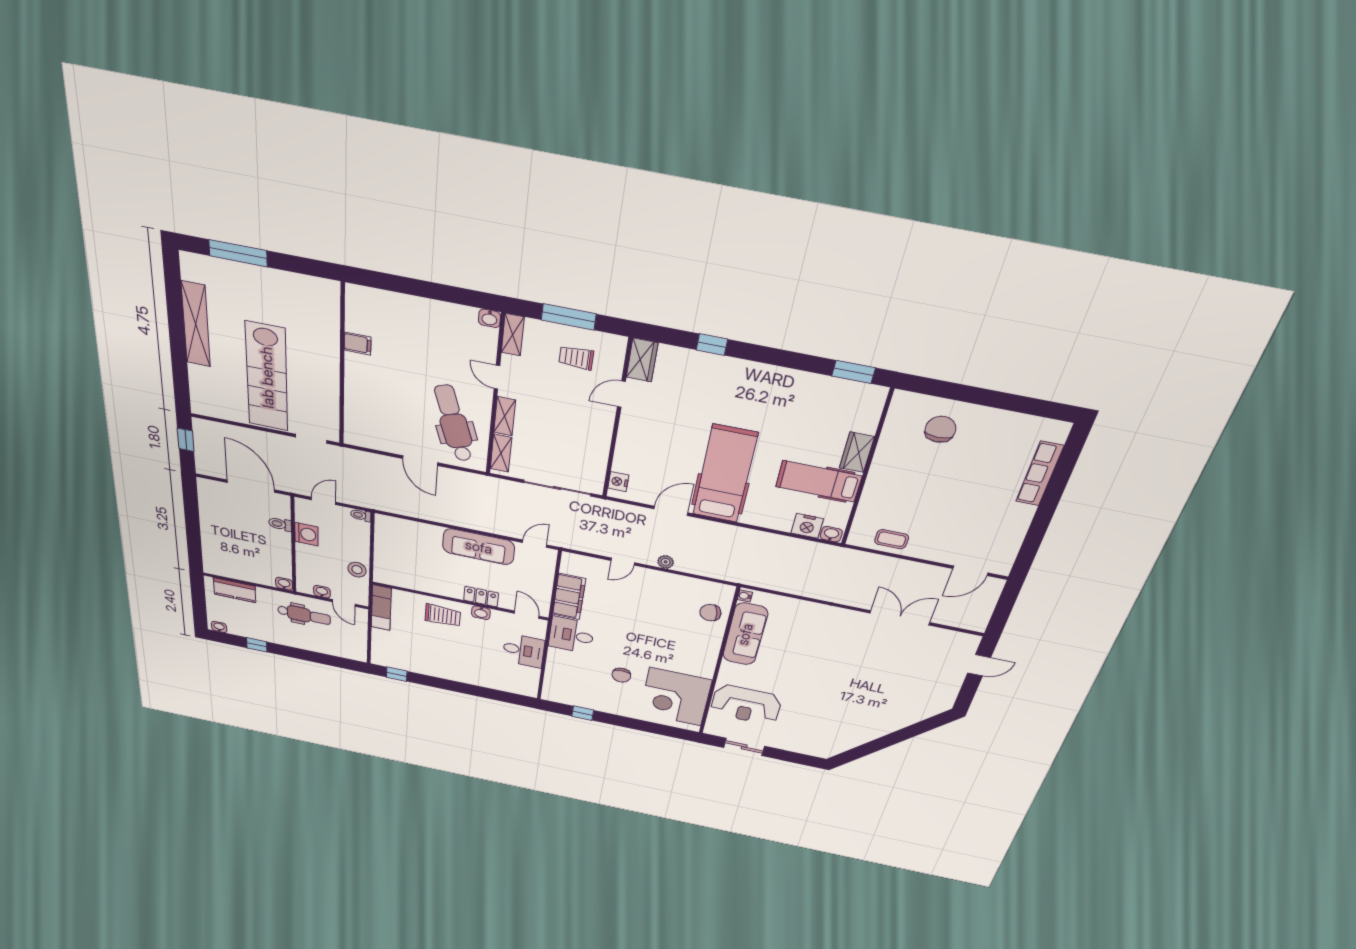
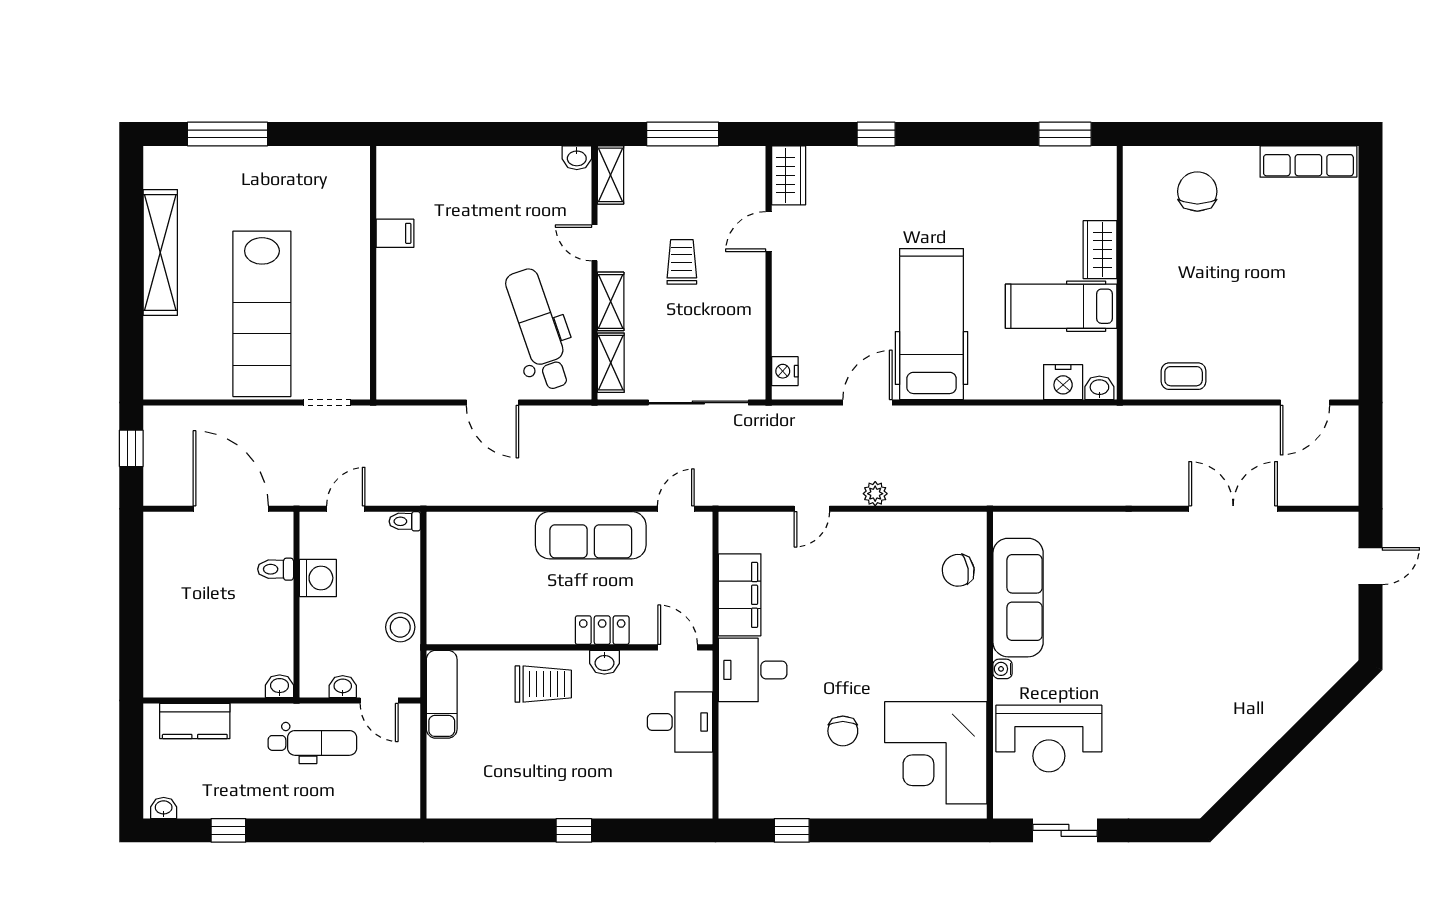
trolley: (576, 358) -> (682, 262), moved, turned 90
row of seats: (1040, 474) -> (1308, 161), moved, turned -90
water cooler: (745, 596) -> (1003, 669), moved
window: (397, 674) -> (574, 830), moved

